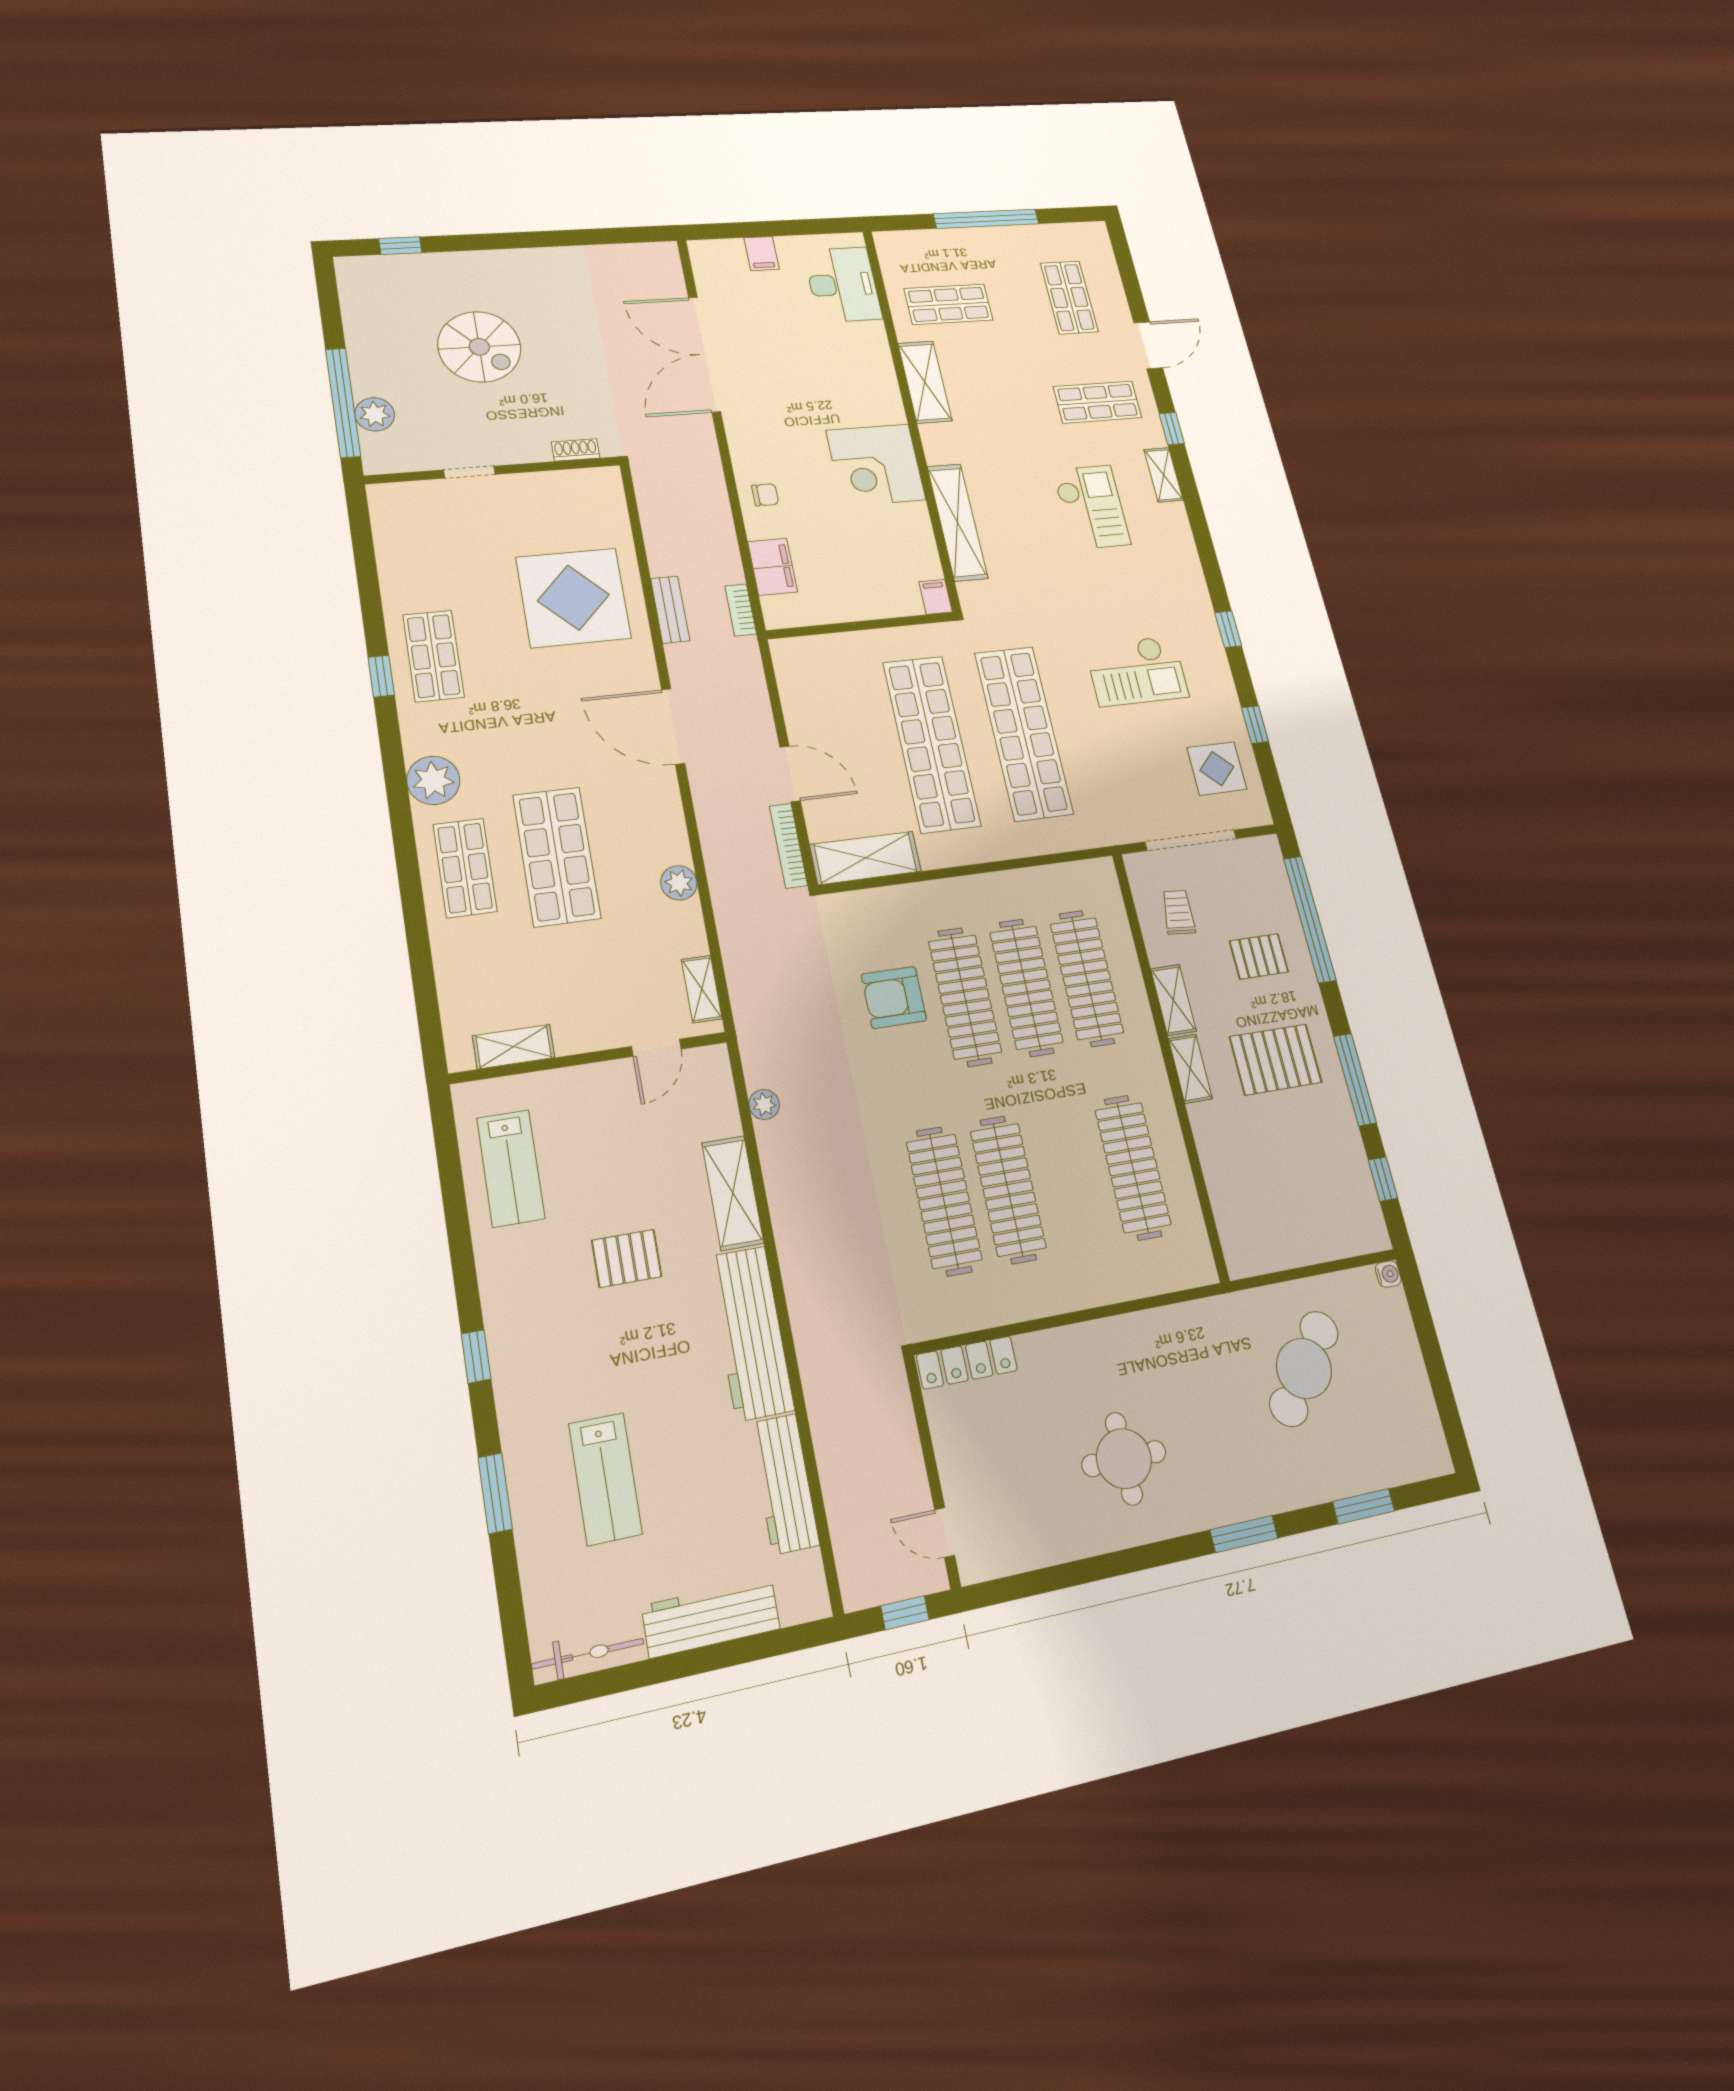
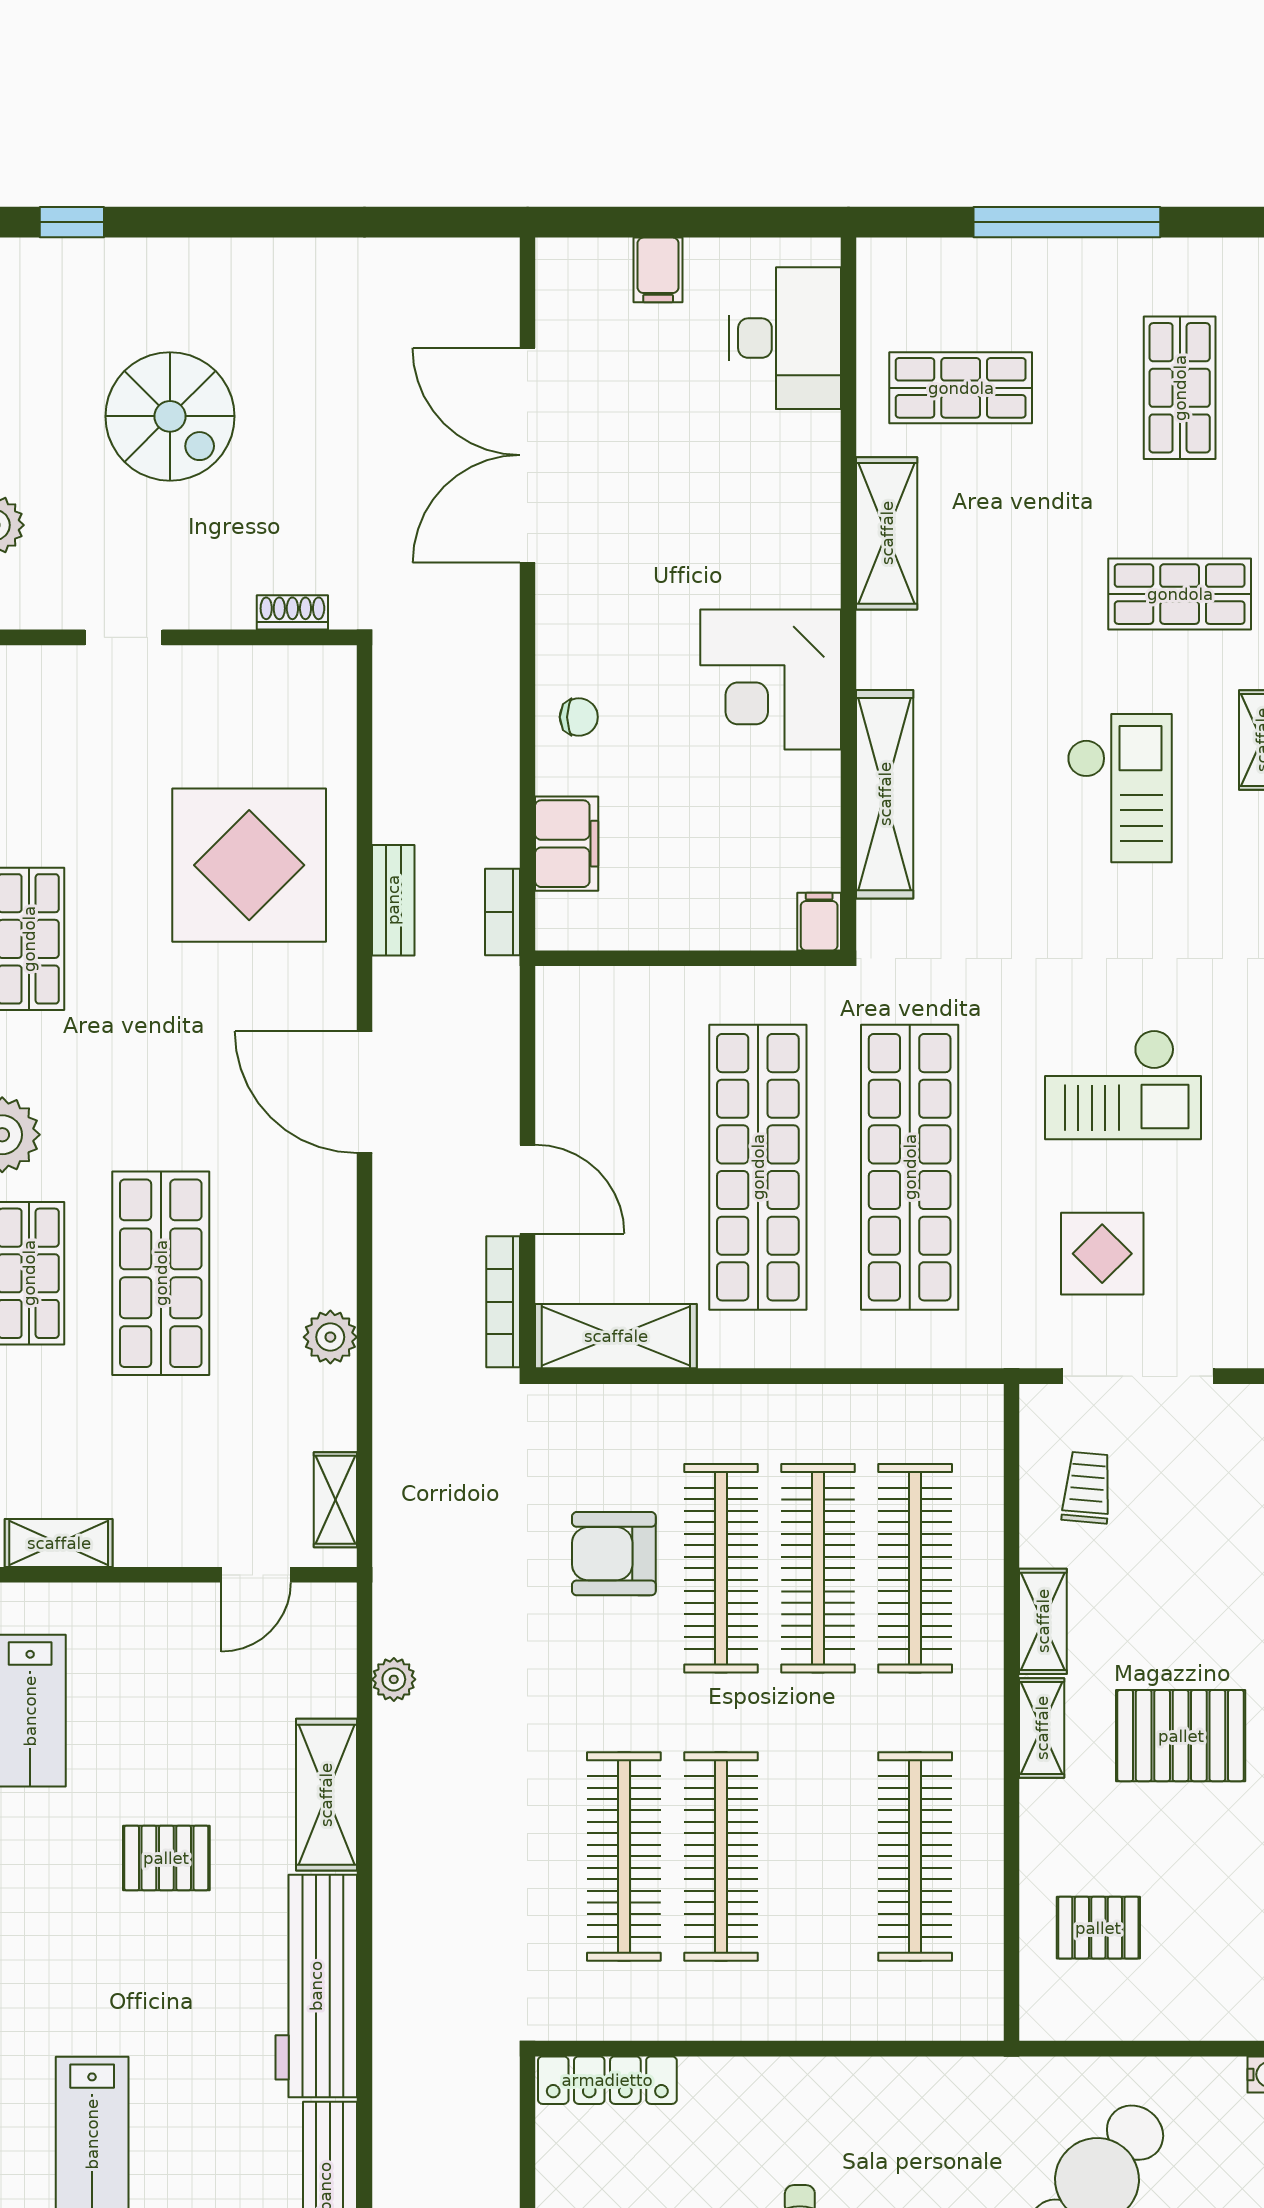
display table: (1217, 768) -> (1102, 1254), moved
pallet: (1259, 956) -> (1098, 1928), moved

